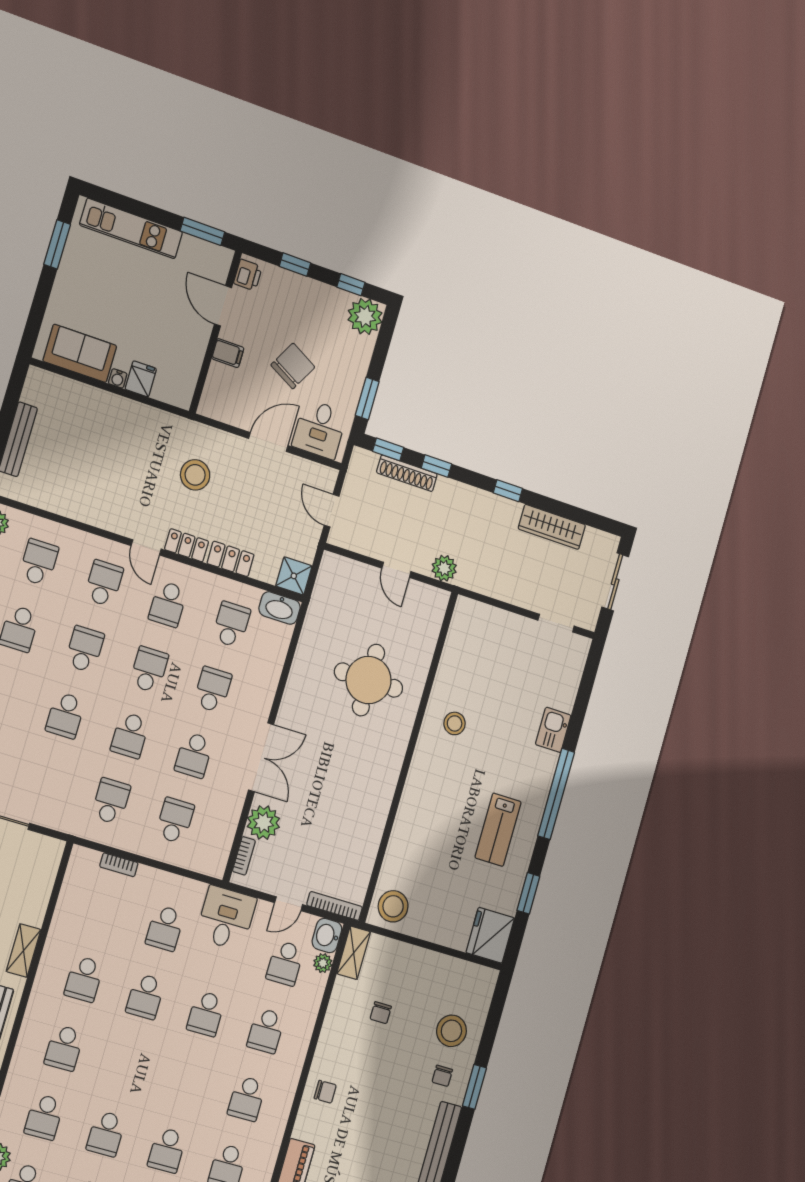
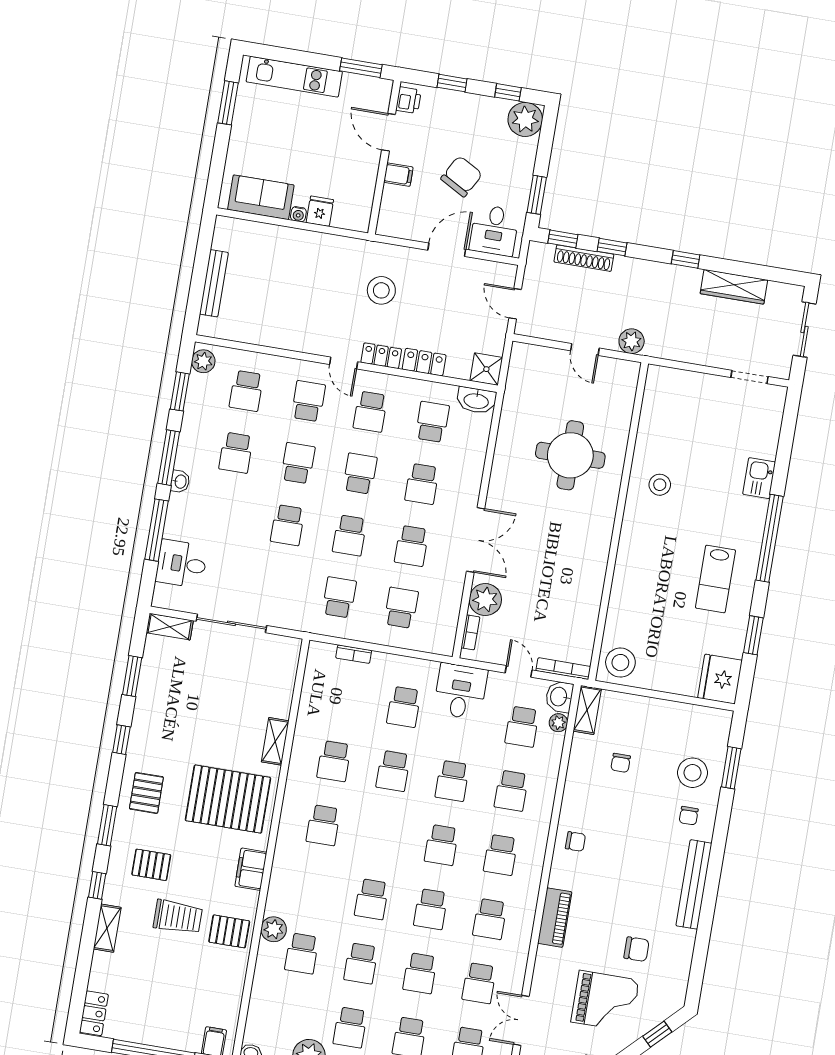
school desk: (39, 562) -> (246, 391), turned 180
school desk: (213, 690) -> (422, 484), turned 180
door: (289, 904) -> (519, 671), swing flipped
window: (474, 1087) -> (731, 768), moved
school desk: (44, 1117) -> (441, 845), moved

